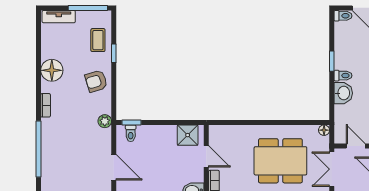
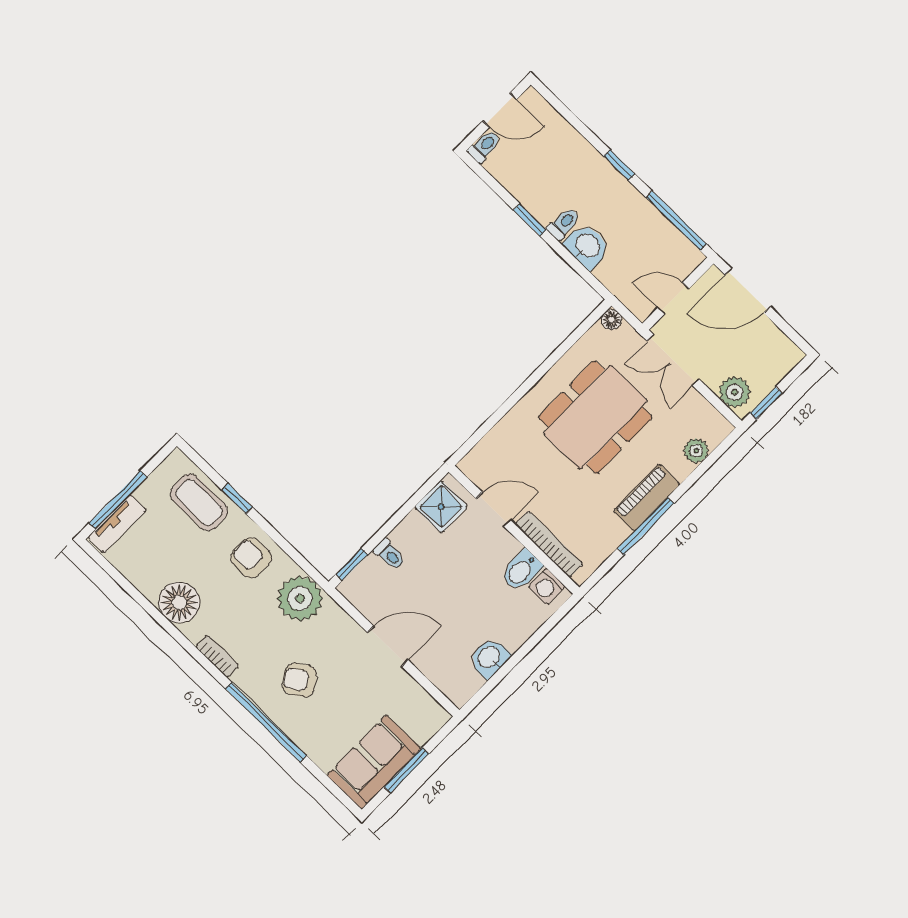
window: (88, 8) -> (118, 500), moved
coffee table: (98, 40) -> (199, 502), width x1.36, depth x1.30
armchair: (96, 81) -> (251, 558), turned 107
plant: (105, 121) -> (300, 599), width x1.87, depth x1.87
toilet: (131, 133) -> (390, 554), moved
armchair: (67, 146) -> (300, 680), added

